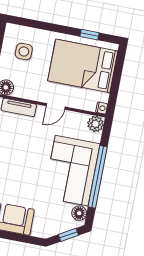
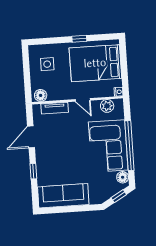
window: (90, 35) -> (79, 39), moved
door: (56, 106) -> (83, 100), hinge flipped
plant: (95, 124) -> (107, 106), moved

